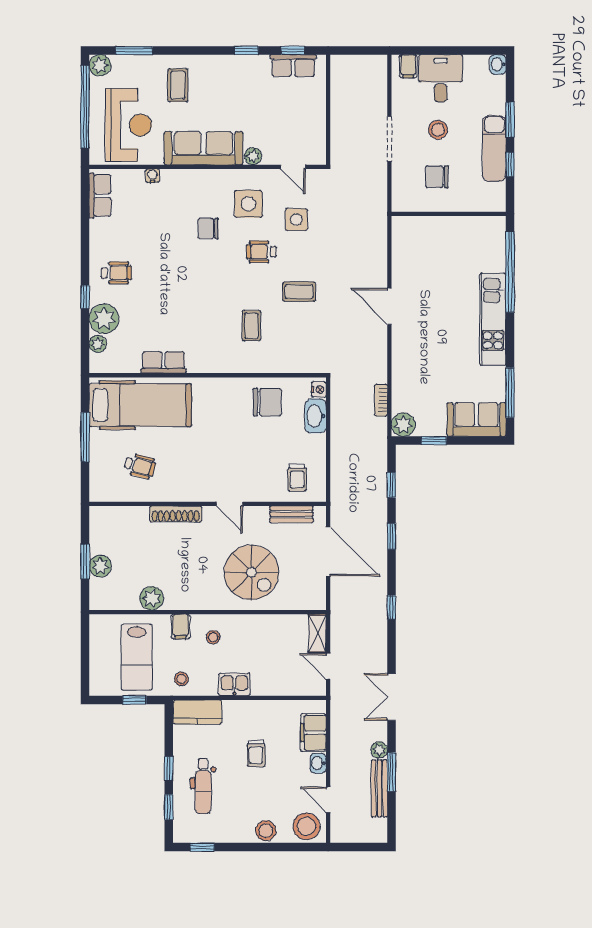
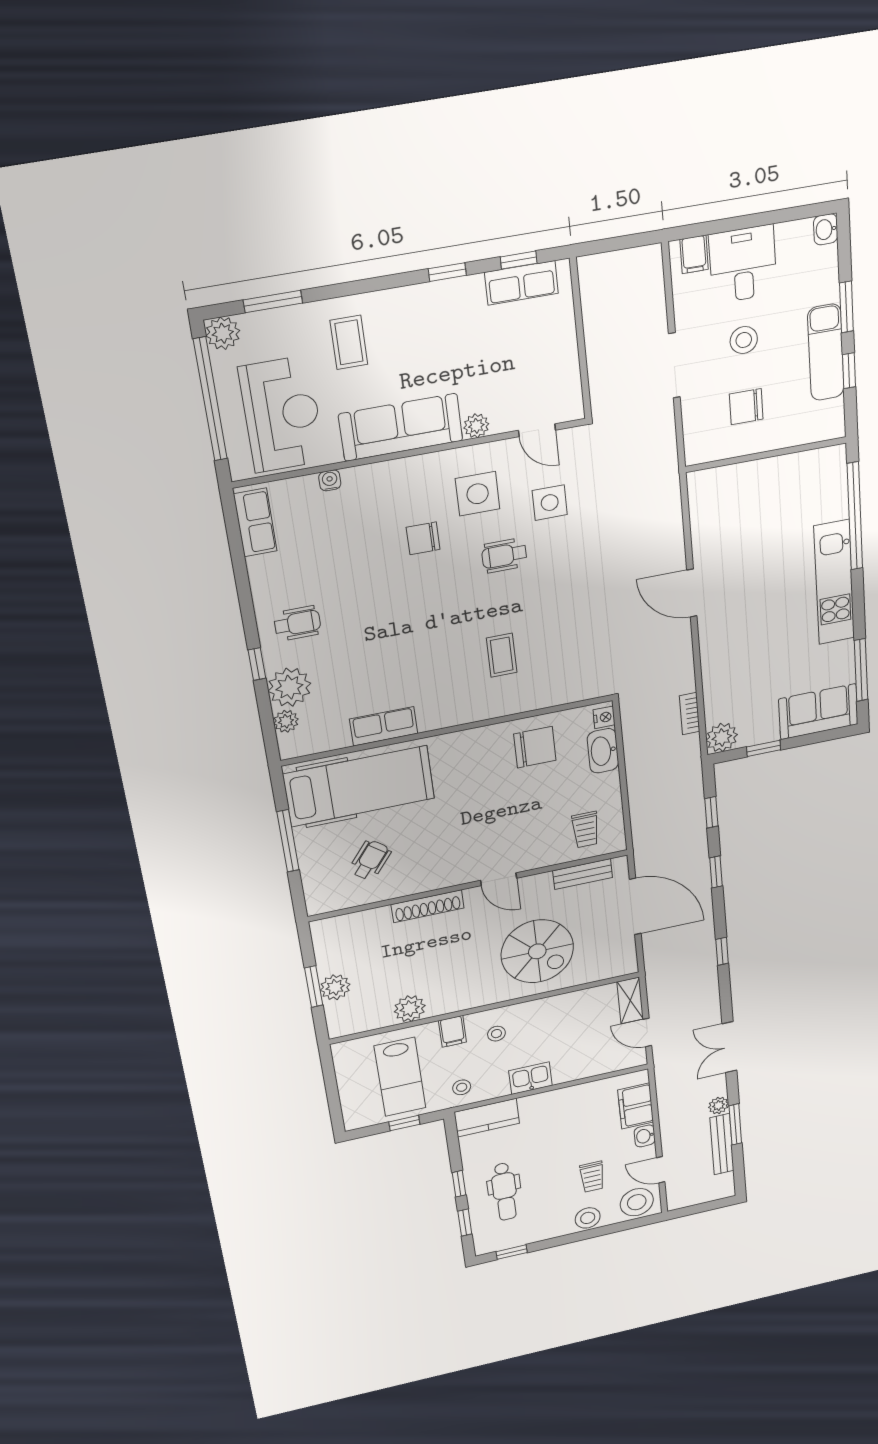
coffee table: (299, 292) -> (564, 598), removed
wheelchair: (140, 466) -> (370, 860), turned -67
trolley: (256, 753) -> (592, 1177), moved

